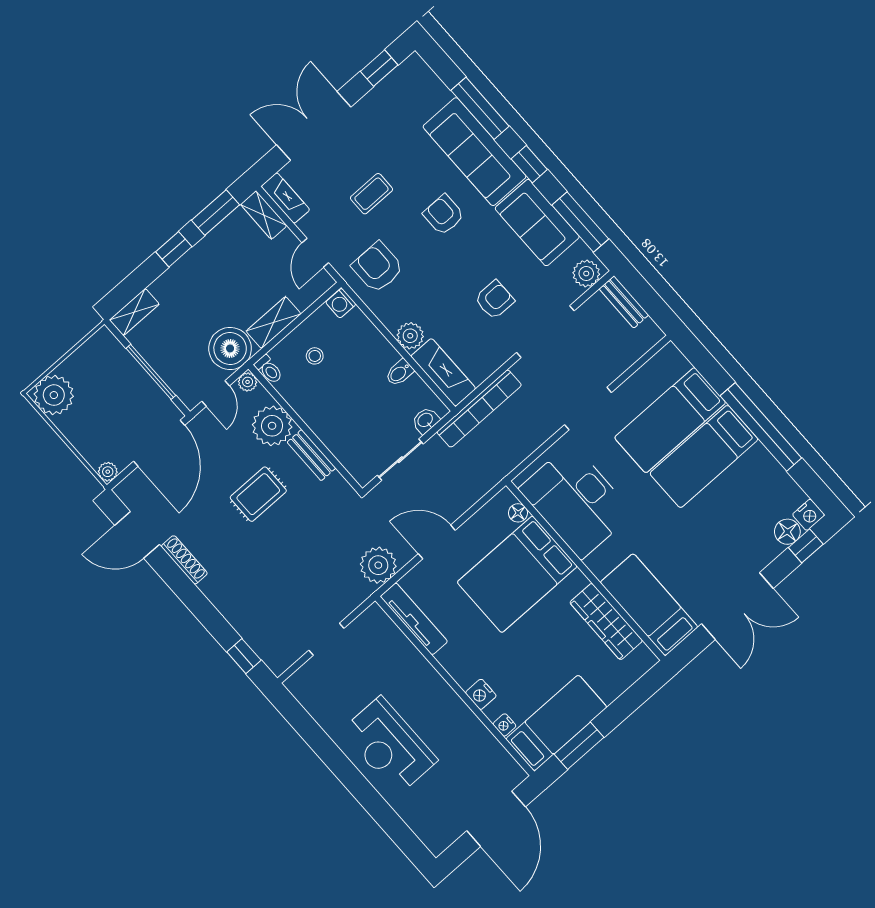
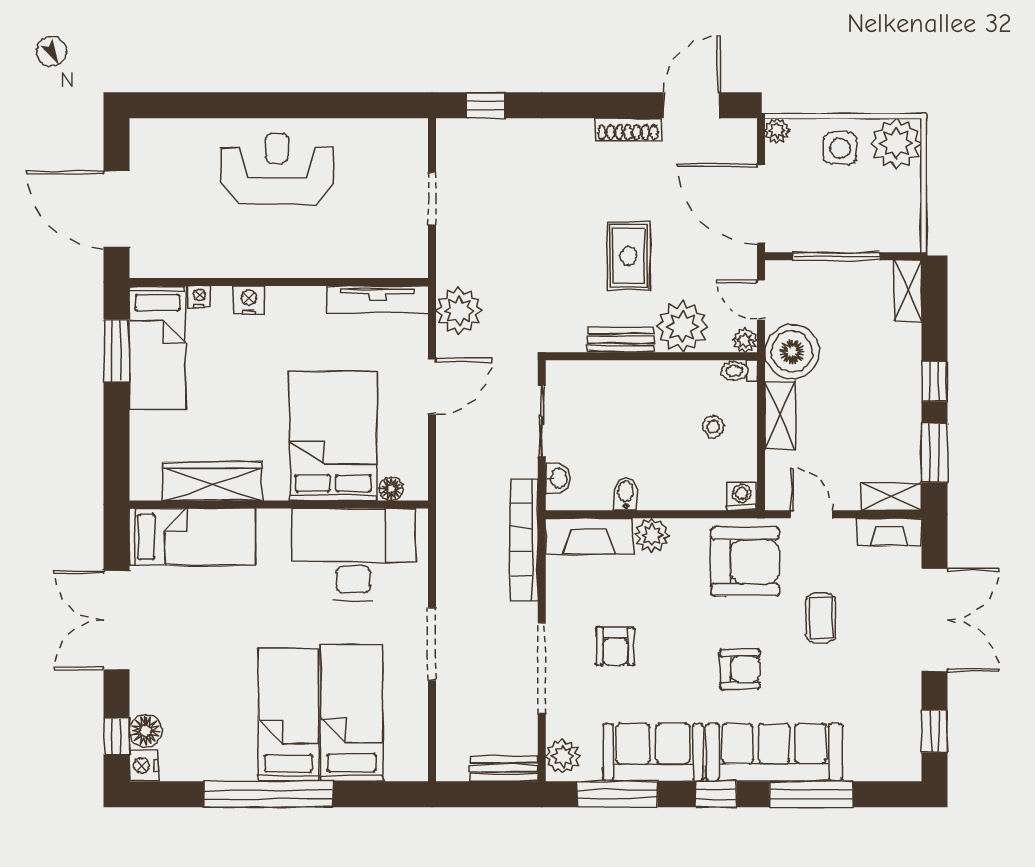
armchair: (377, 267) -> (745, 562), width x1.36, depth x1.36
side table: (86, 426) -> (840, 148), added

